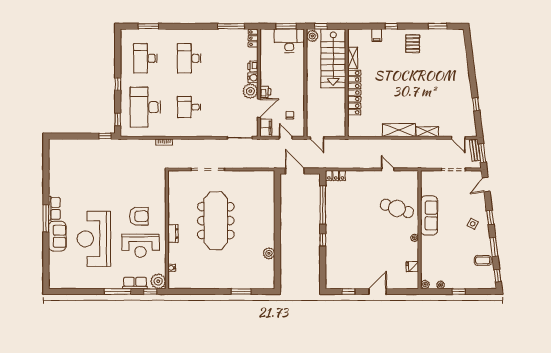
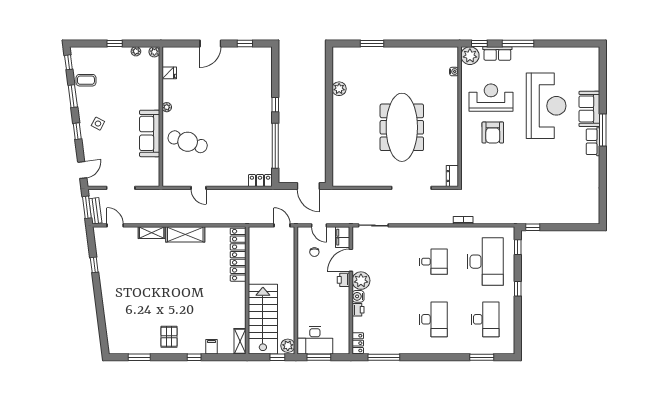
shelving: (353, 58) -> (240, 341), moved
locker: (354, 93) -> (238, 255), moved
armchair: (139, 216) -> (493, 132), turned -90
dresser: (173, 233) -> (452, 176), moved

